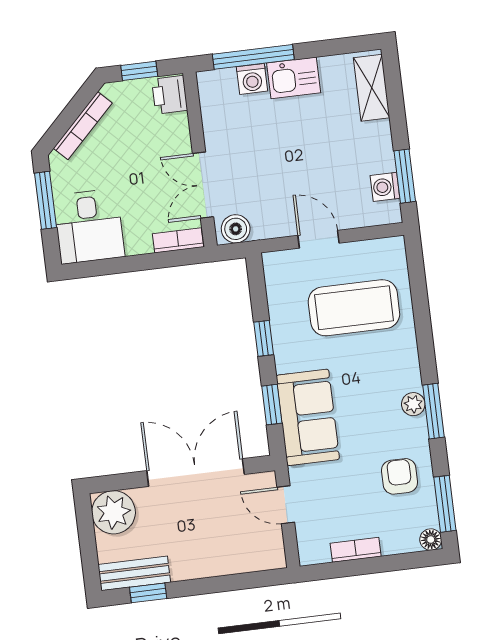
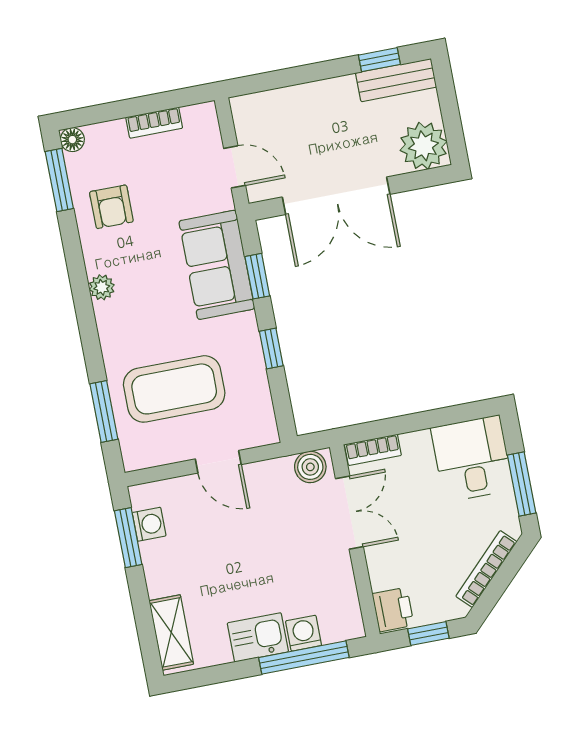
window: (434, 411) -> (104, 411), moved

